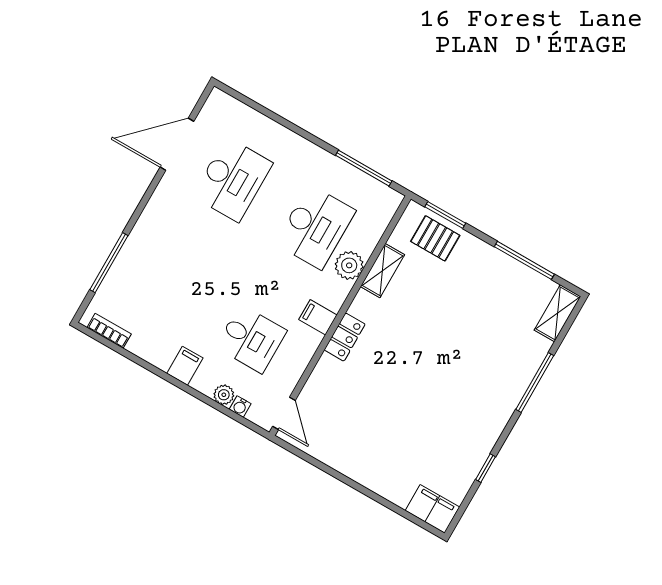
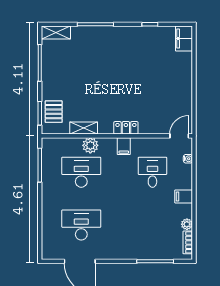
plant: (224, 395) -> (187, 224), moved

